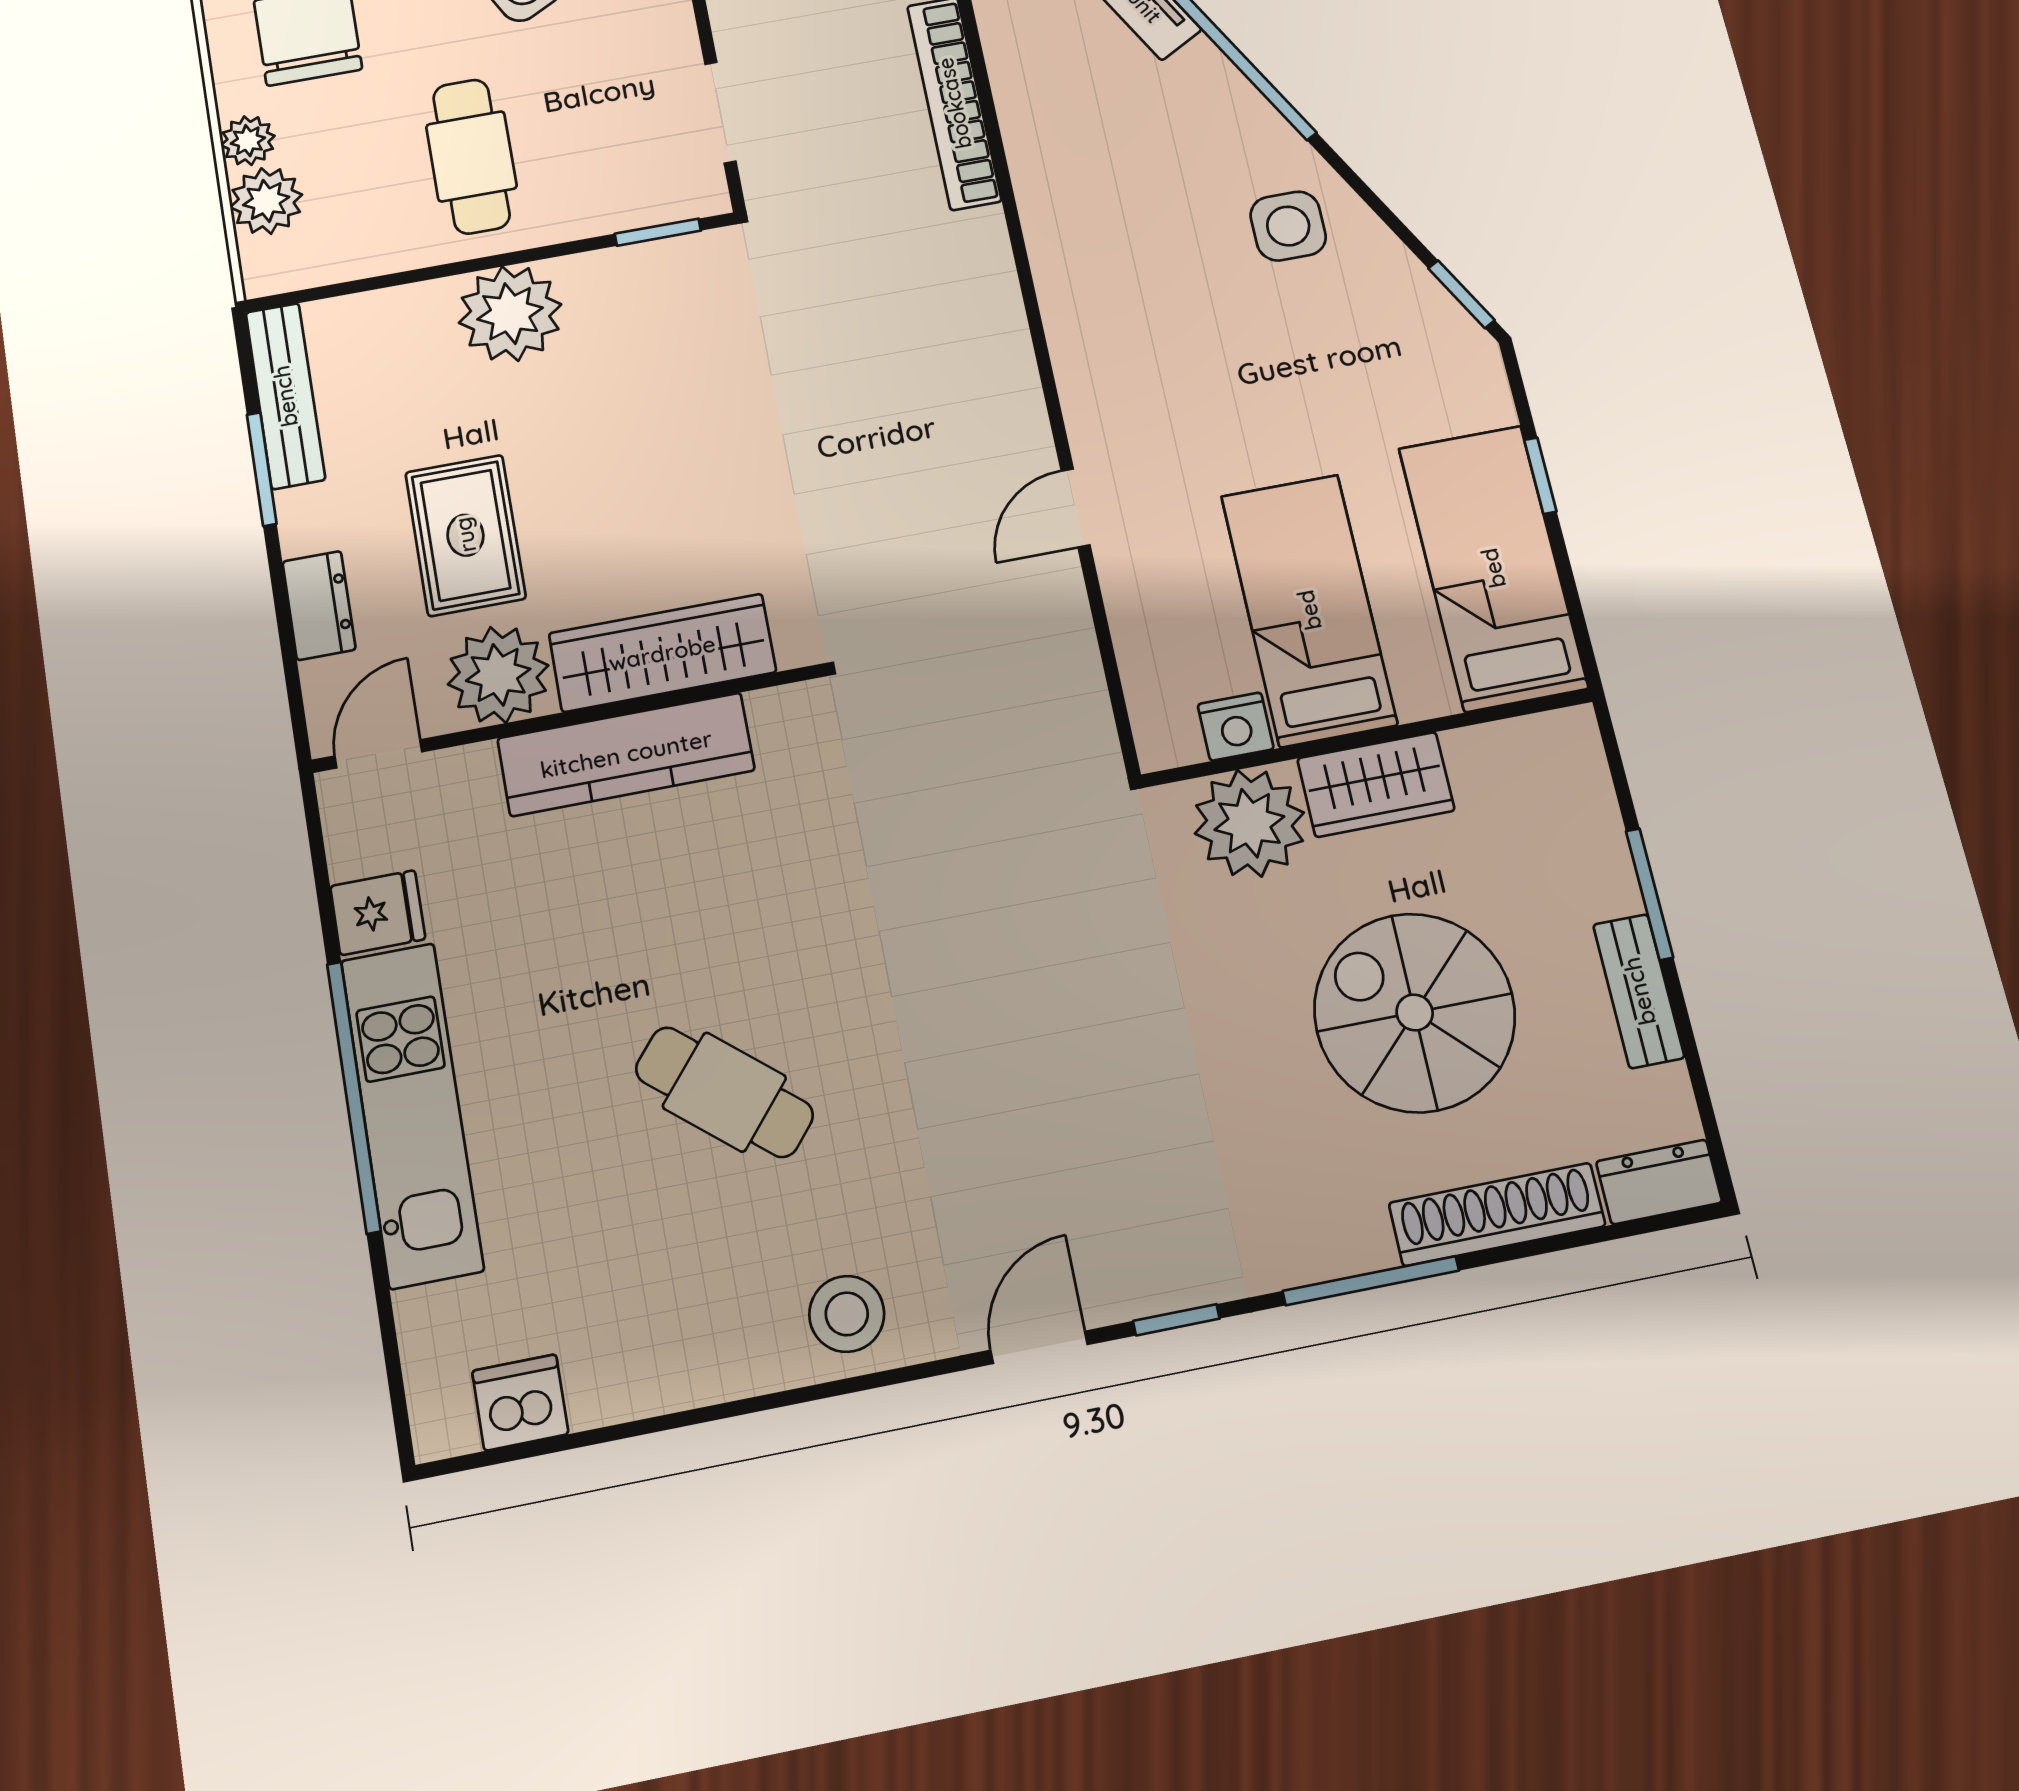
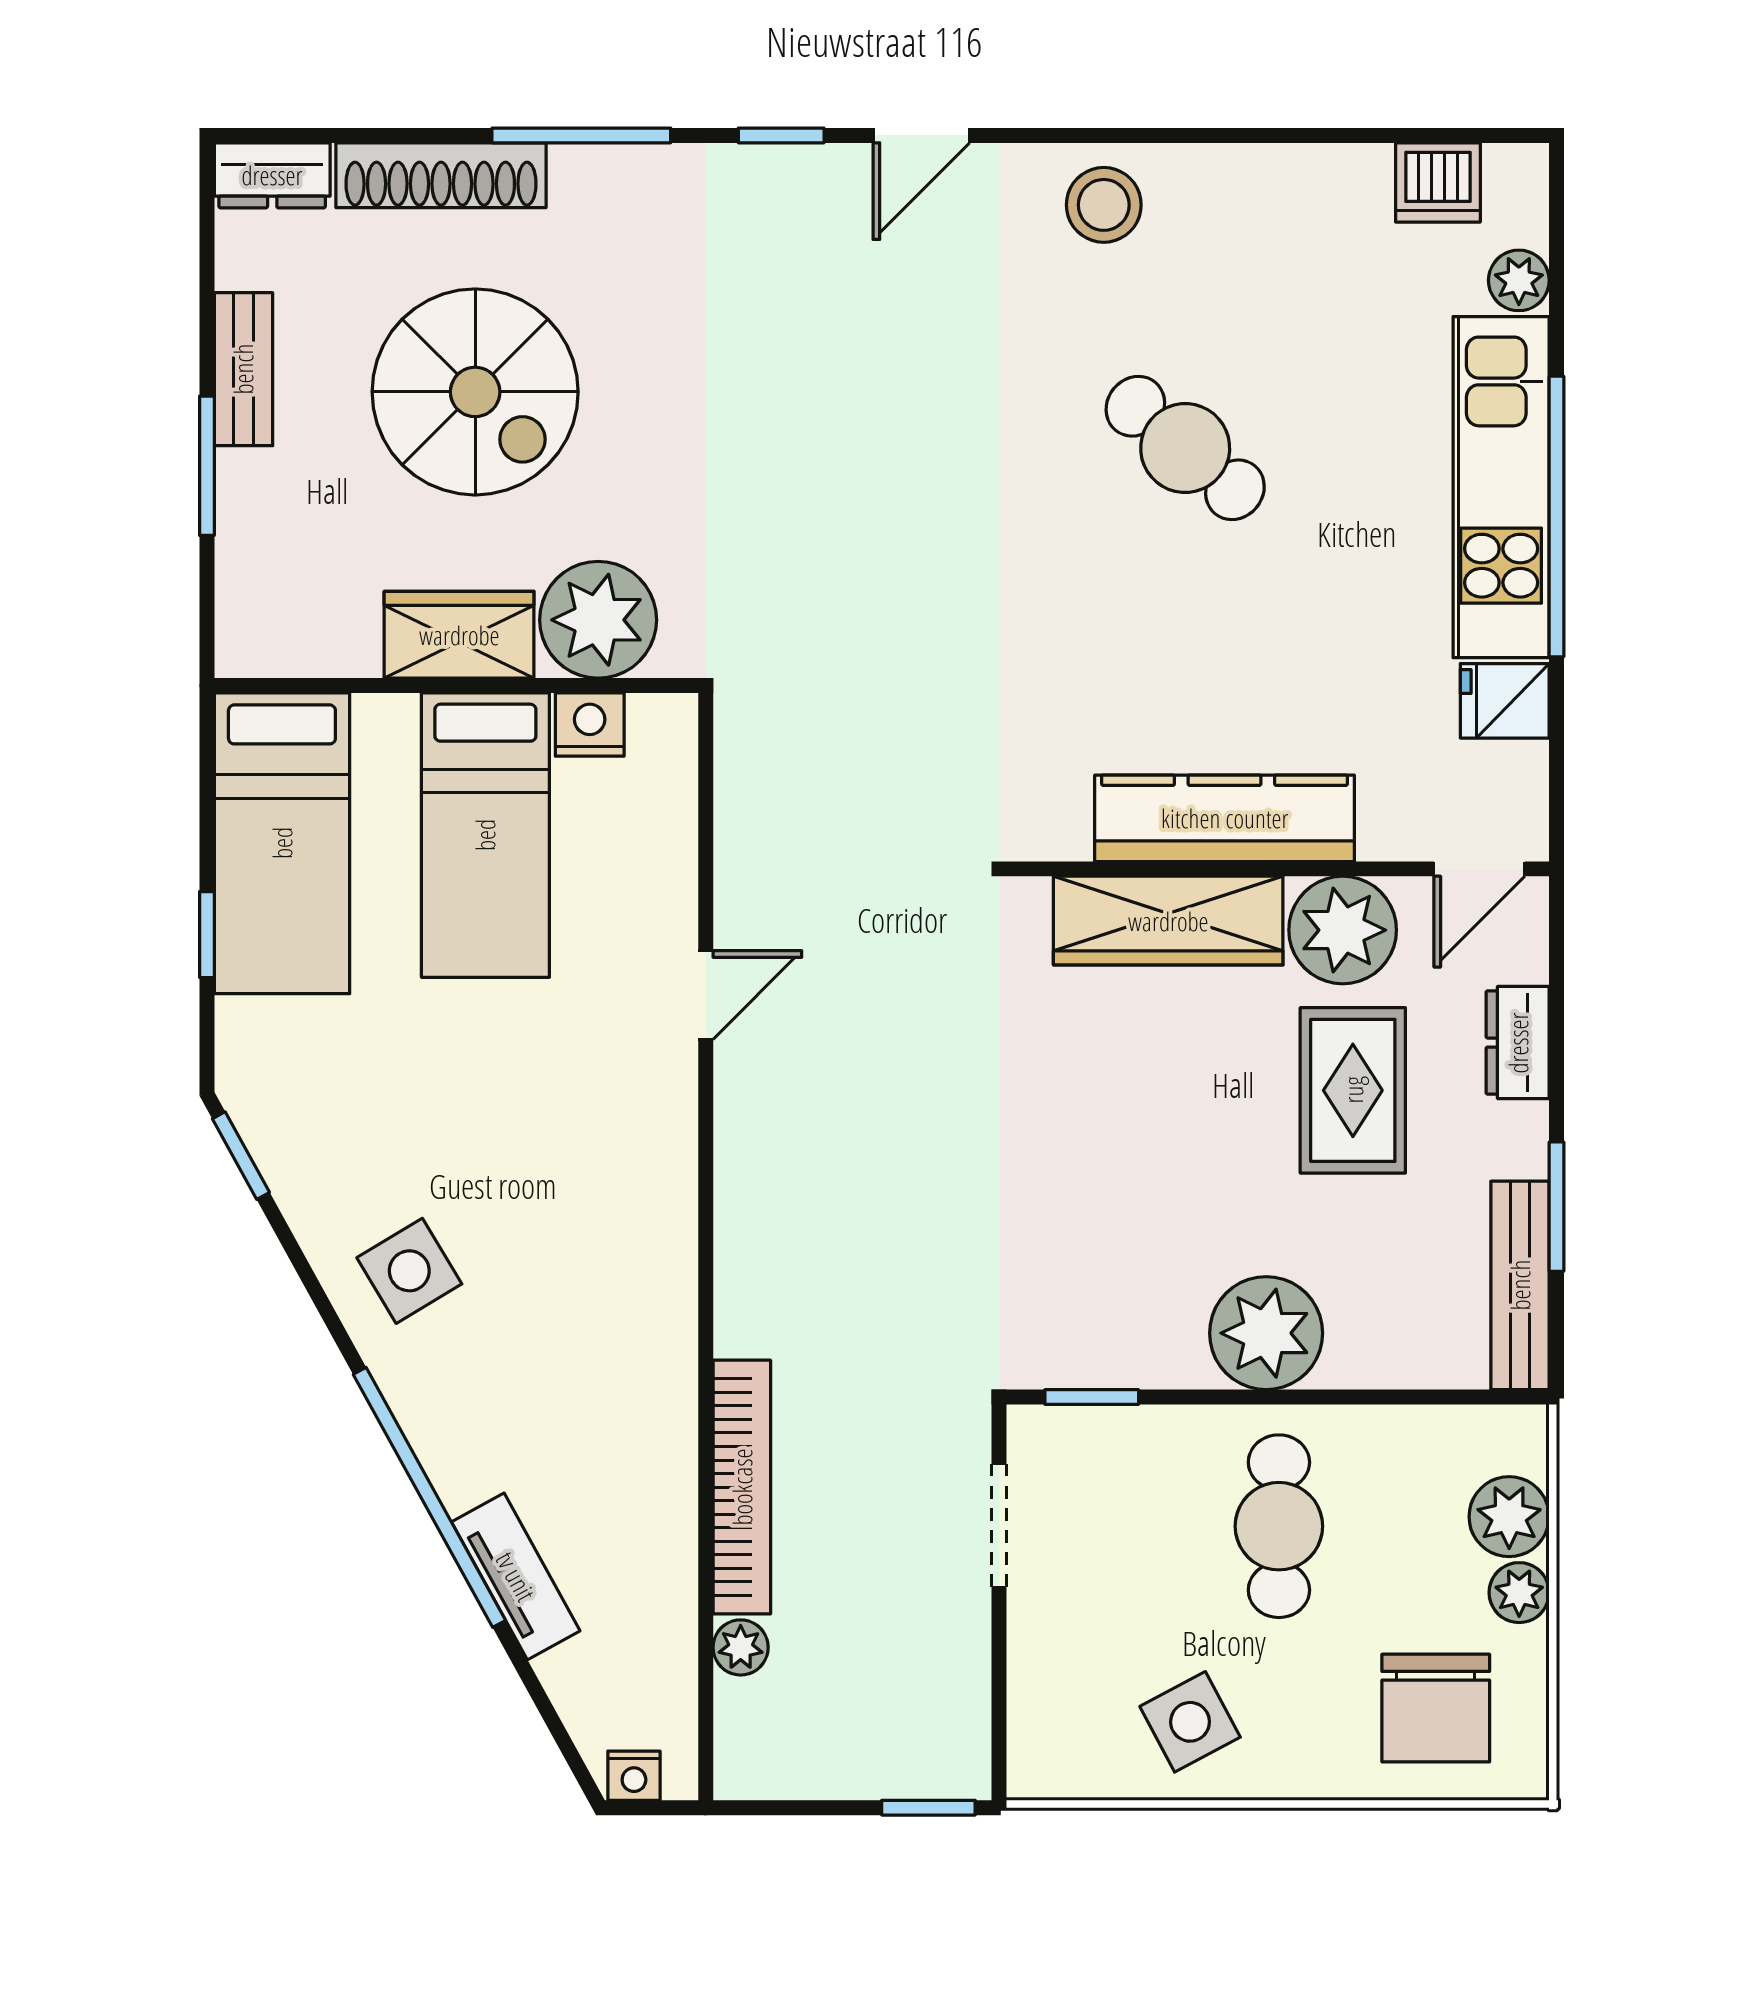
side table: (1288, 226) -> (409, 1271), turned -31
plant: (425, 1320) -> (1519, 280), added

